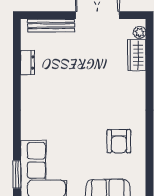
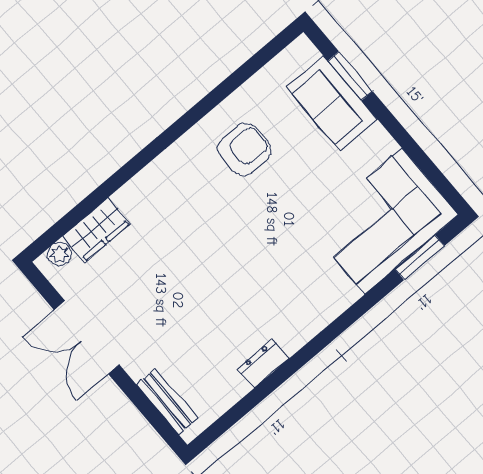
bench: (51, 25) -> (167, 401), width x0.73
dresser: (27, 63) -> (263, 363), moved

